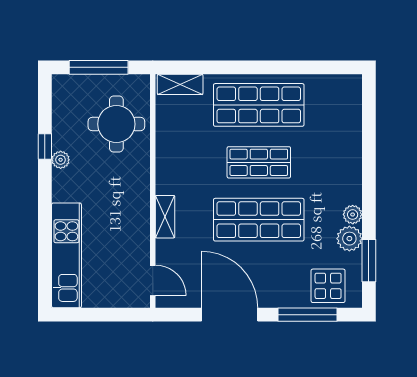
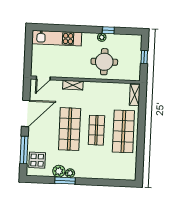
window: (99, 67) -> (144, 57), width x0.46
round table: (116, 124) -> (104, 62), moved
window: (369, 261) -> (65, 181), moved

